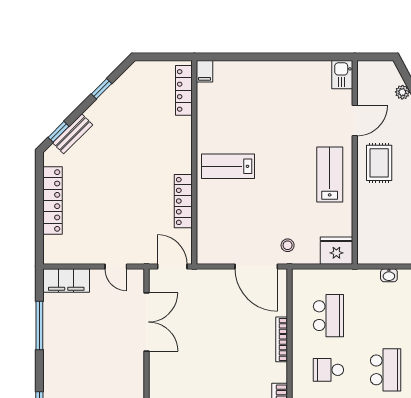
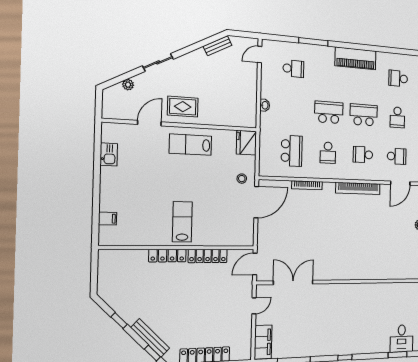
filing cabinet: (204, 71) -> (108, 219), moved
kitchen sink: (342, 75) -> (109, 154), moved, turned -90
locker: (184, 90) -> (167, 256), moved
door: (355, 120) -> (149, 123), hinge flipped
bench: (73, 134) -> (150, 338), width x1.36
lab bench: (228, 166) -> (182, 222), turned 180
school desk: (328, 316) -> (292, 151), turned 90

